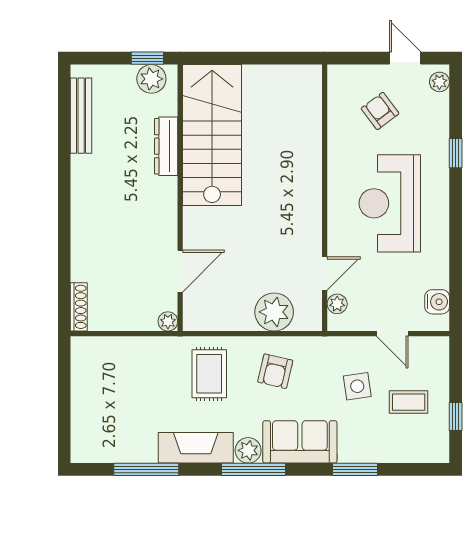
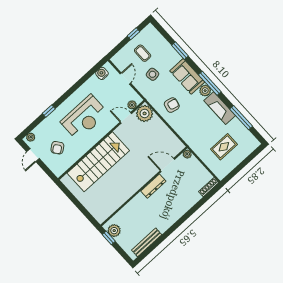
stairs: (212, 135) -> (98, 162), moved, turned 180
dresser: (166, 146) -> (153, 186), moved
plant: (274, 312) -> (145, 113), moved
rug: (209, 374) -> (224, 147), moved

